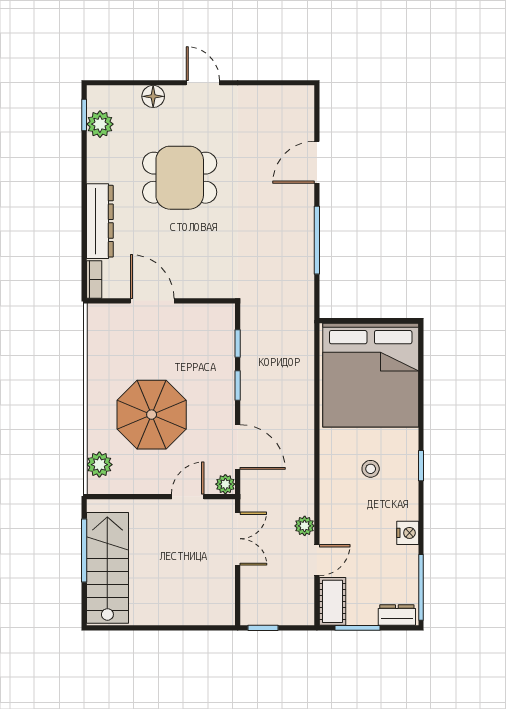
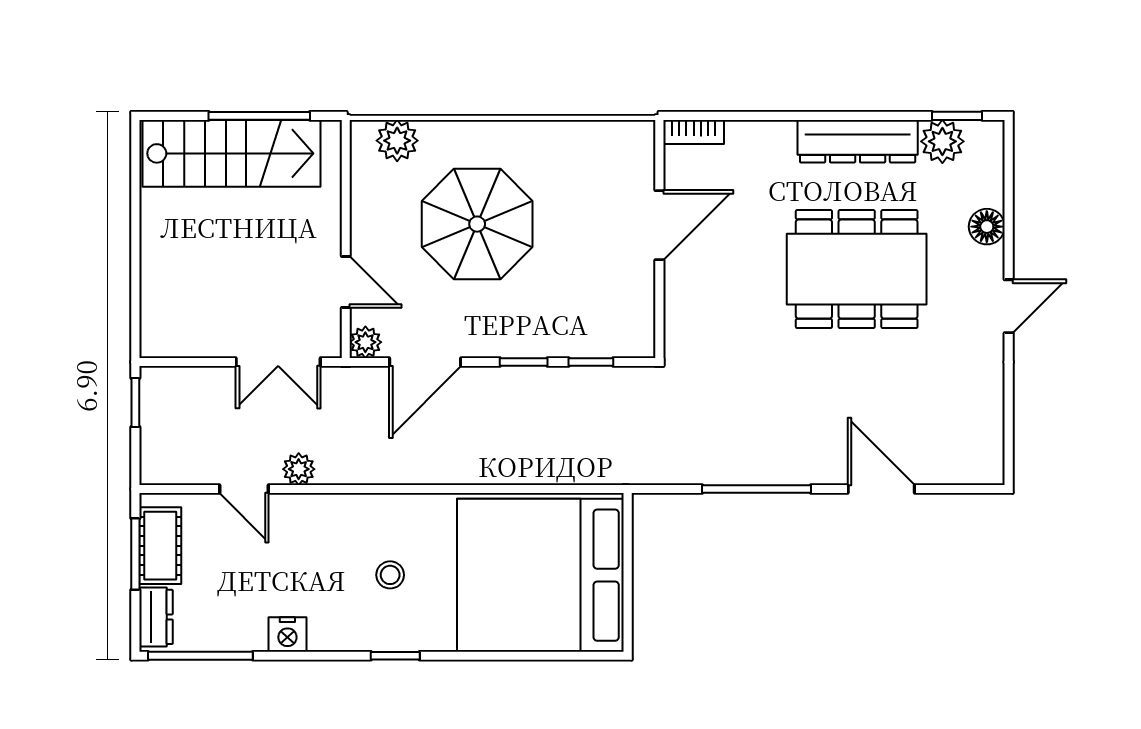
dining table: (180, 178) -> (857, 269), width x1.38
dresser: (100, 221) -> (858, 141), moved
cot: (332, 601) -> (160, 546), moved, turned 90

